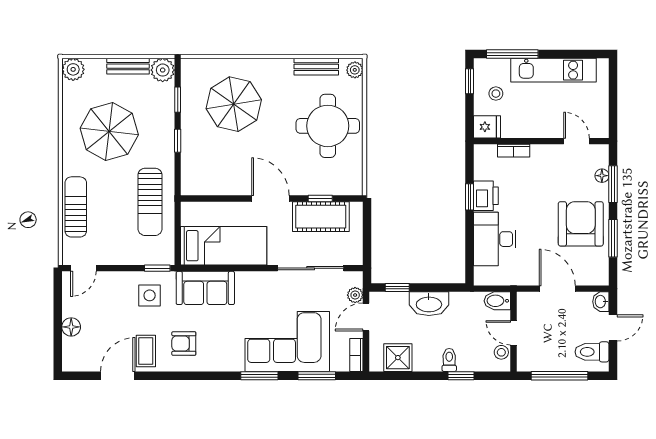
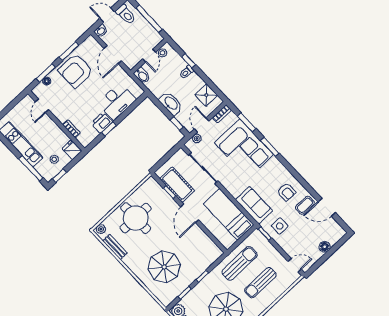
sun lounger: (76, 207) -> (260, 283), moved
door: (366, 317) -> (202, 125), swing flipped

